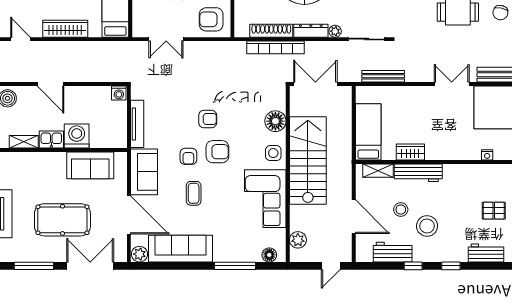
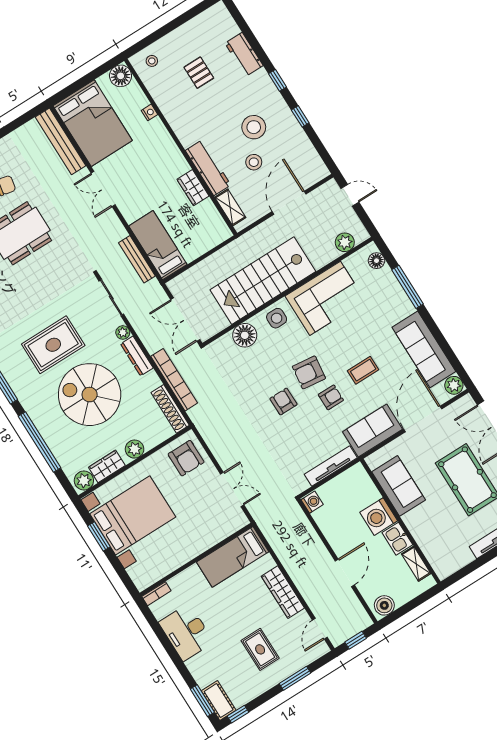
shoe rack: (271, 31) -> (170, 409), moved
bed: (368, 132) -> (158, 245), moved, turned 90
armchair: (217, 152) -> (309, 372), turned -83
workbench: (393, 252) -> (300, 144), removed

